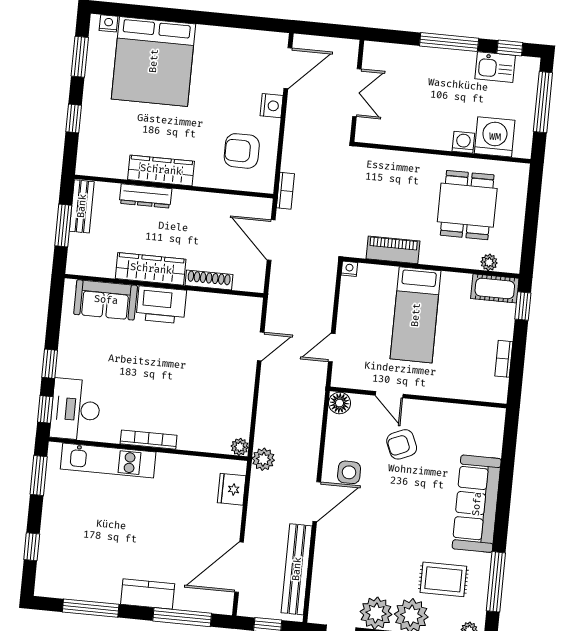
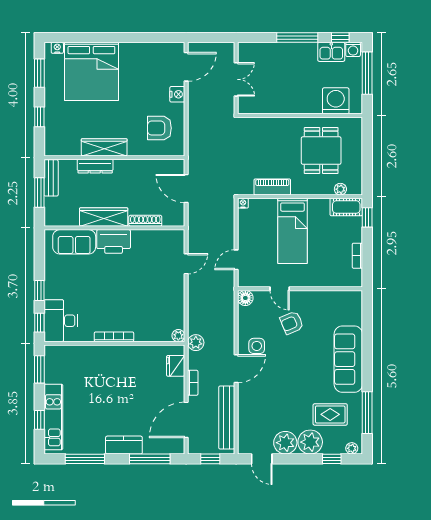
washing machine: (463, 142) -> (353, 49), moved, turned 180
bookcase: (285, 191) -> (193, 383), moved
kitchen unit: (108, 461) -> (53, 417), moved, turned -90

